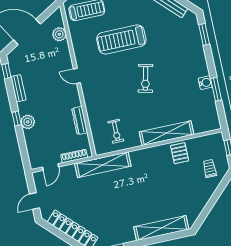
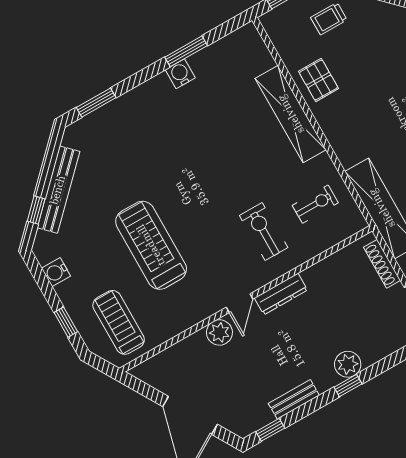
plant: (59, 34) -> (219, 332), moved
treadmill: (121, 40) -> (151, 245), turned 180
exercise bike: (145, 78) -> (264, 232), moved, turned -103
dresser: (80, 121) -> (281, 294), moved
pallet: (180, 153) -> (318, 80), turned 90

